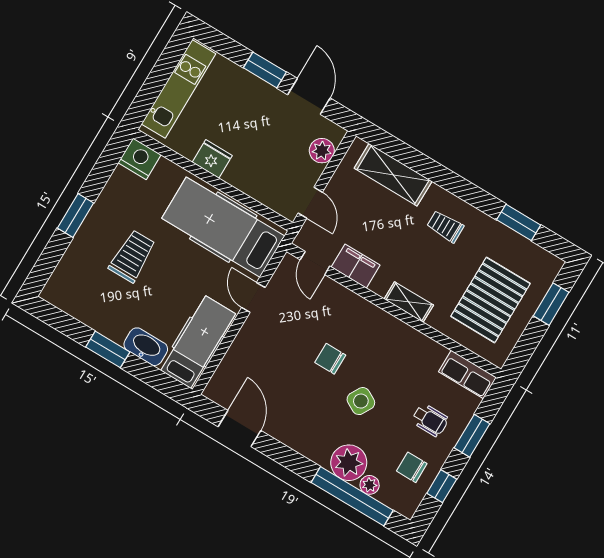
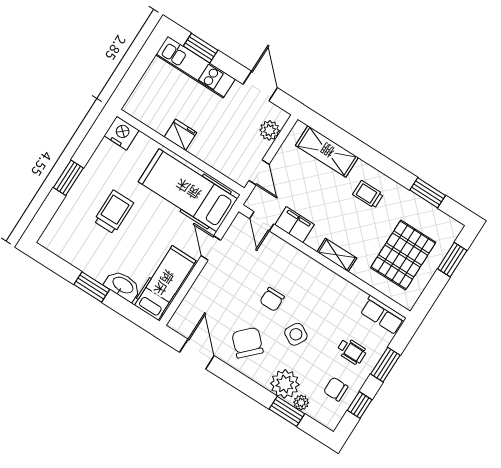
window: (265, 70) -> (201, 48), moved
kitchen unit: (179, 89) -> (195, 67), moved, turned 90
chair: (330, 359) -> (272, 299), turned -90
chair: (301, 413) -> (247, 343), added
window: (352, 496) -> (287, 411), width x0.47

